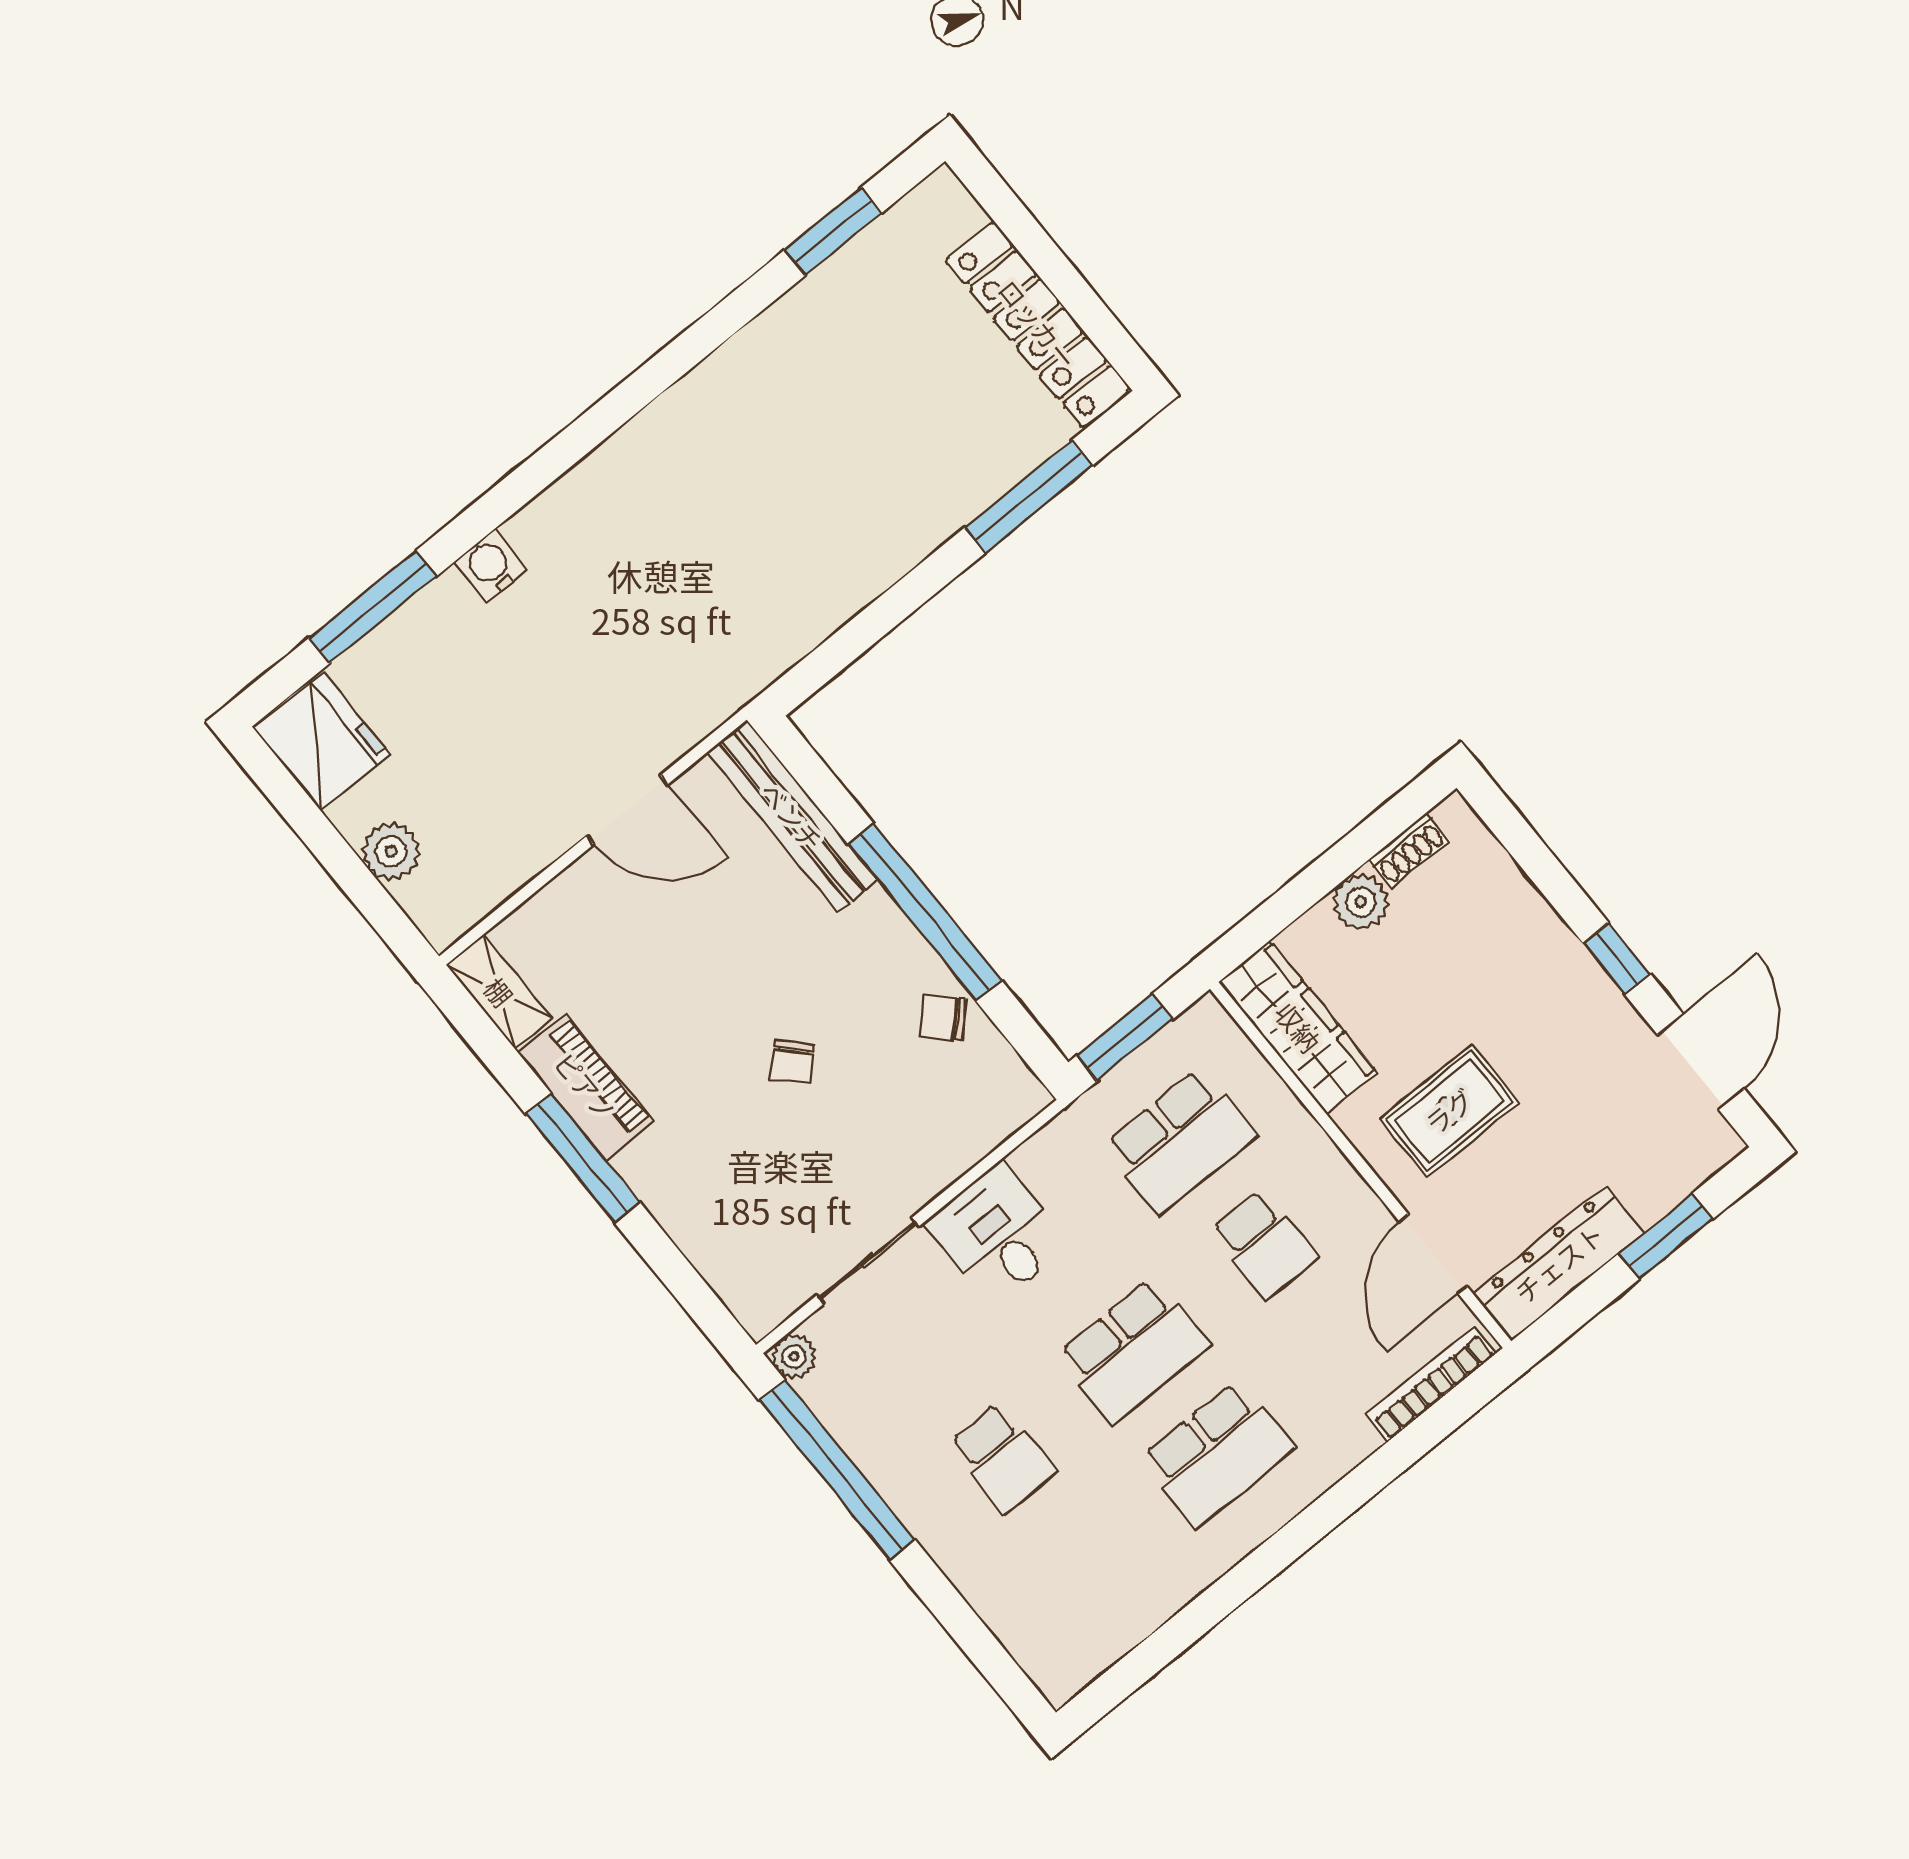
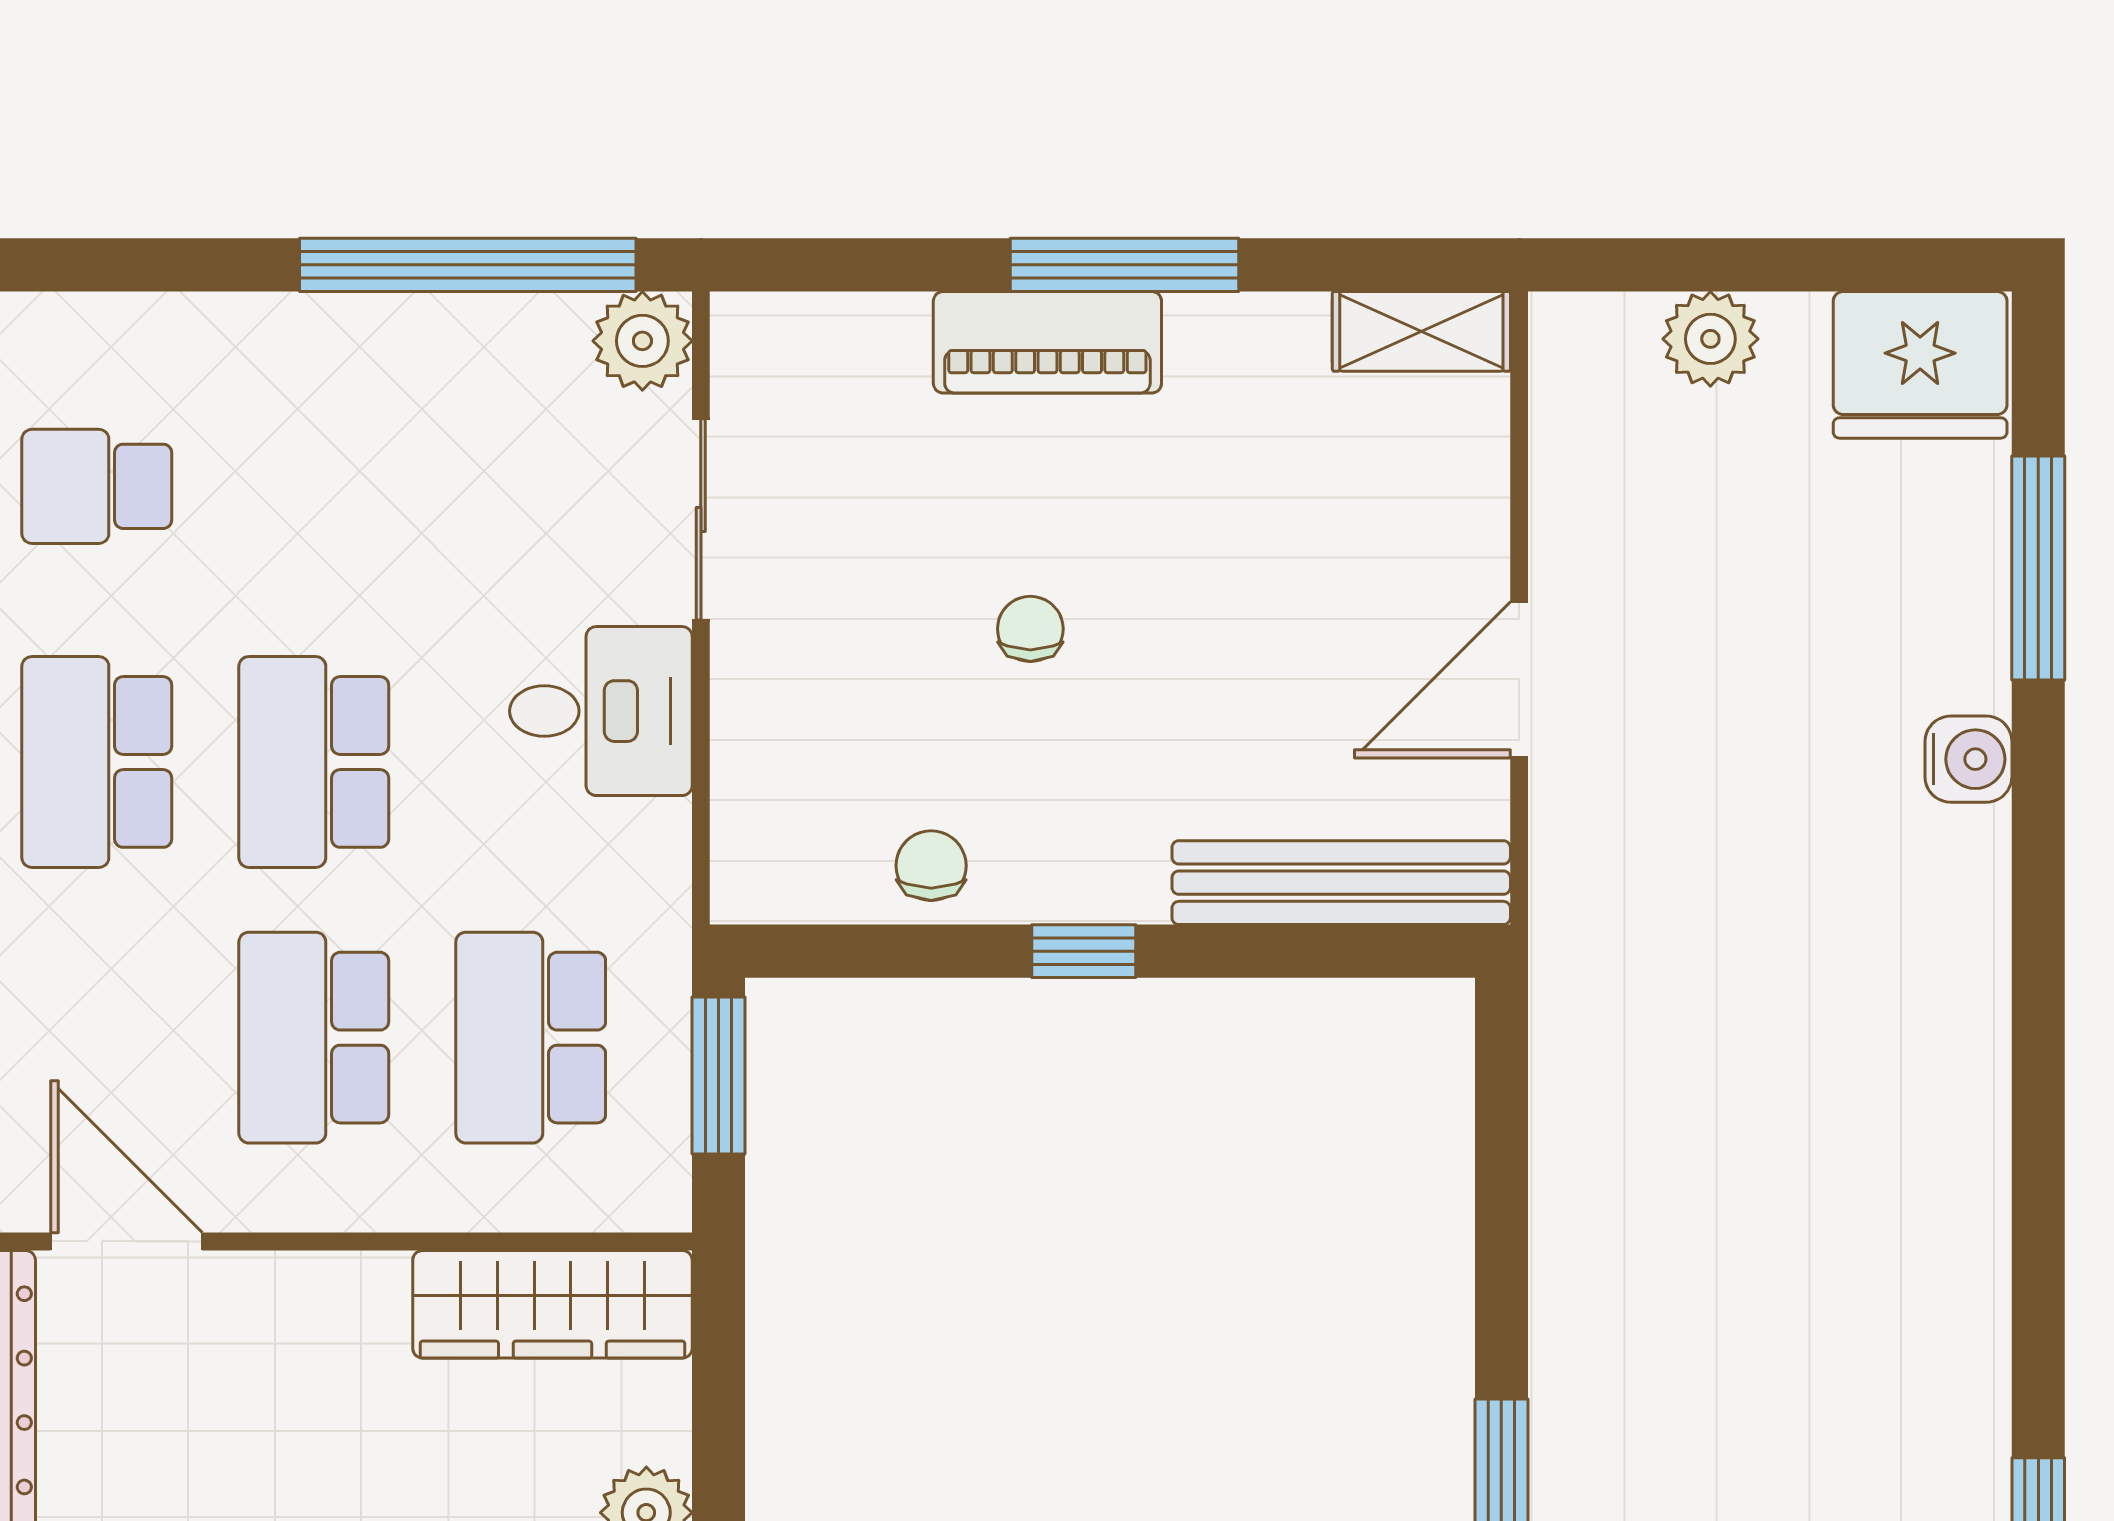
window: (925, 912) -> (1084, 951), width x0.32
chair: (943, 1017) -> (931, 866), turned -45
chair: (792, 1062) -> (1030, 629), turned 43
piano: (586, 1087) -> (1047, 342), moved
rug: (1449, 1111) -> (291, 1410), removed
school desk: (1264, 1244) -> (314, 1038), width x1.85
plant: (794, 1357) -> (642, 341), width x1.38, depth x1.38
school desk: (1002, 1457) -> (97, 486), moved

